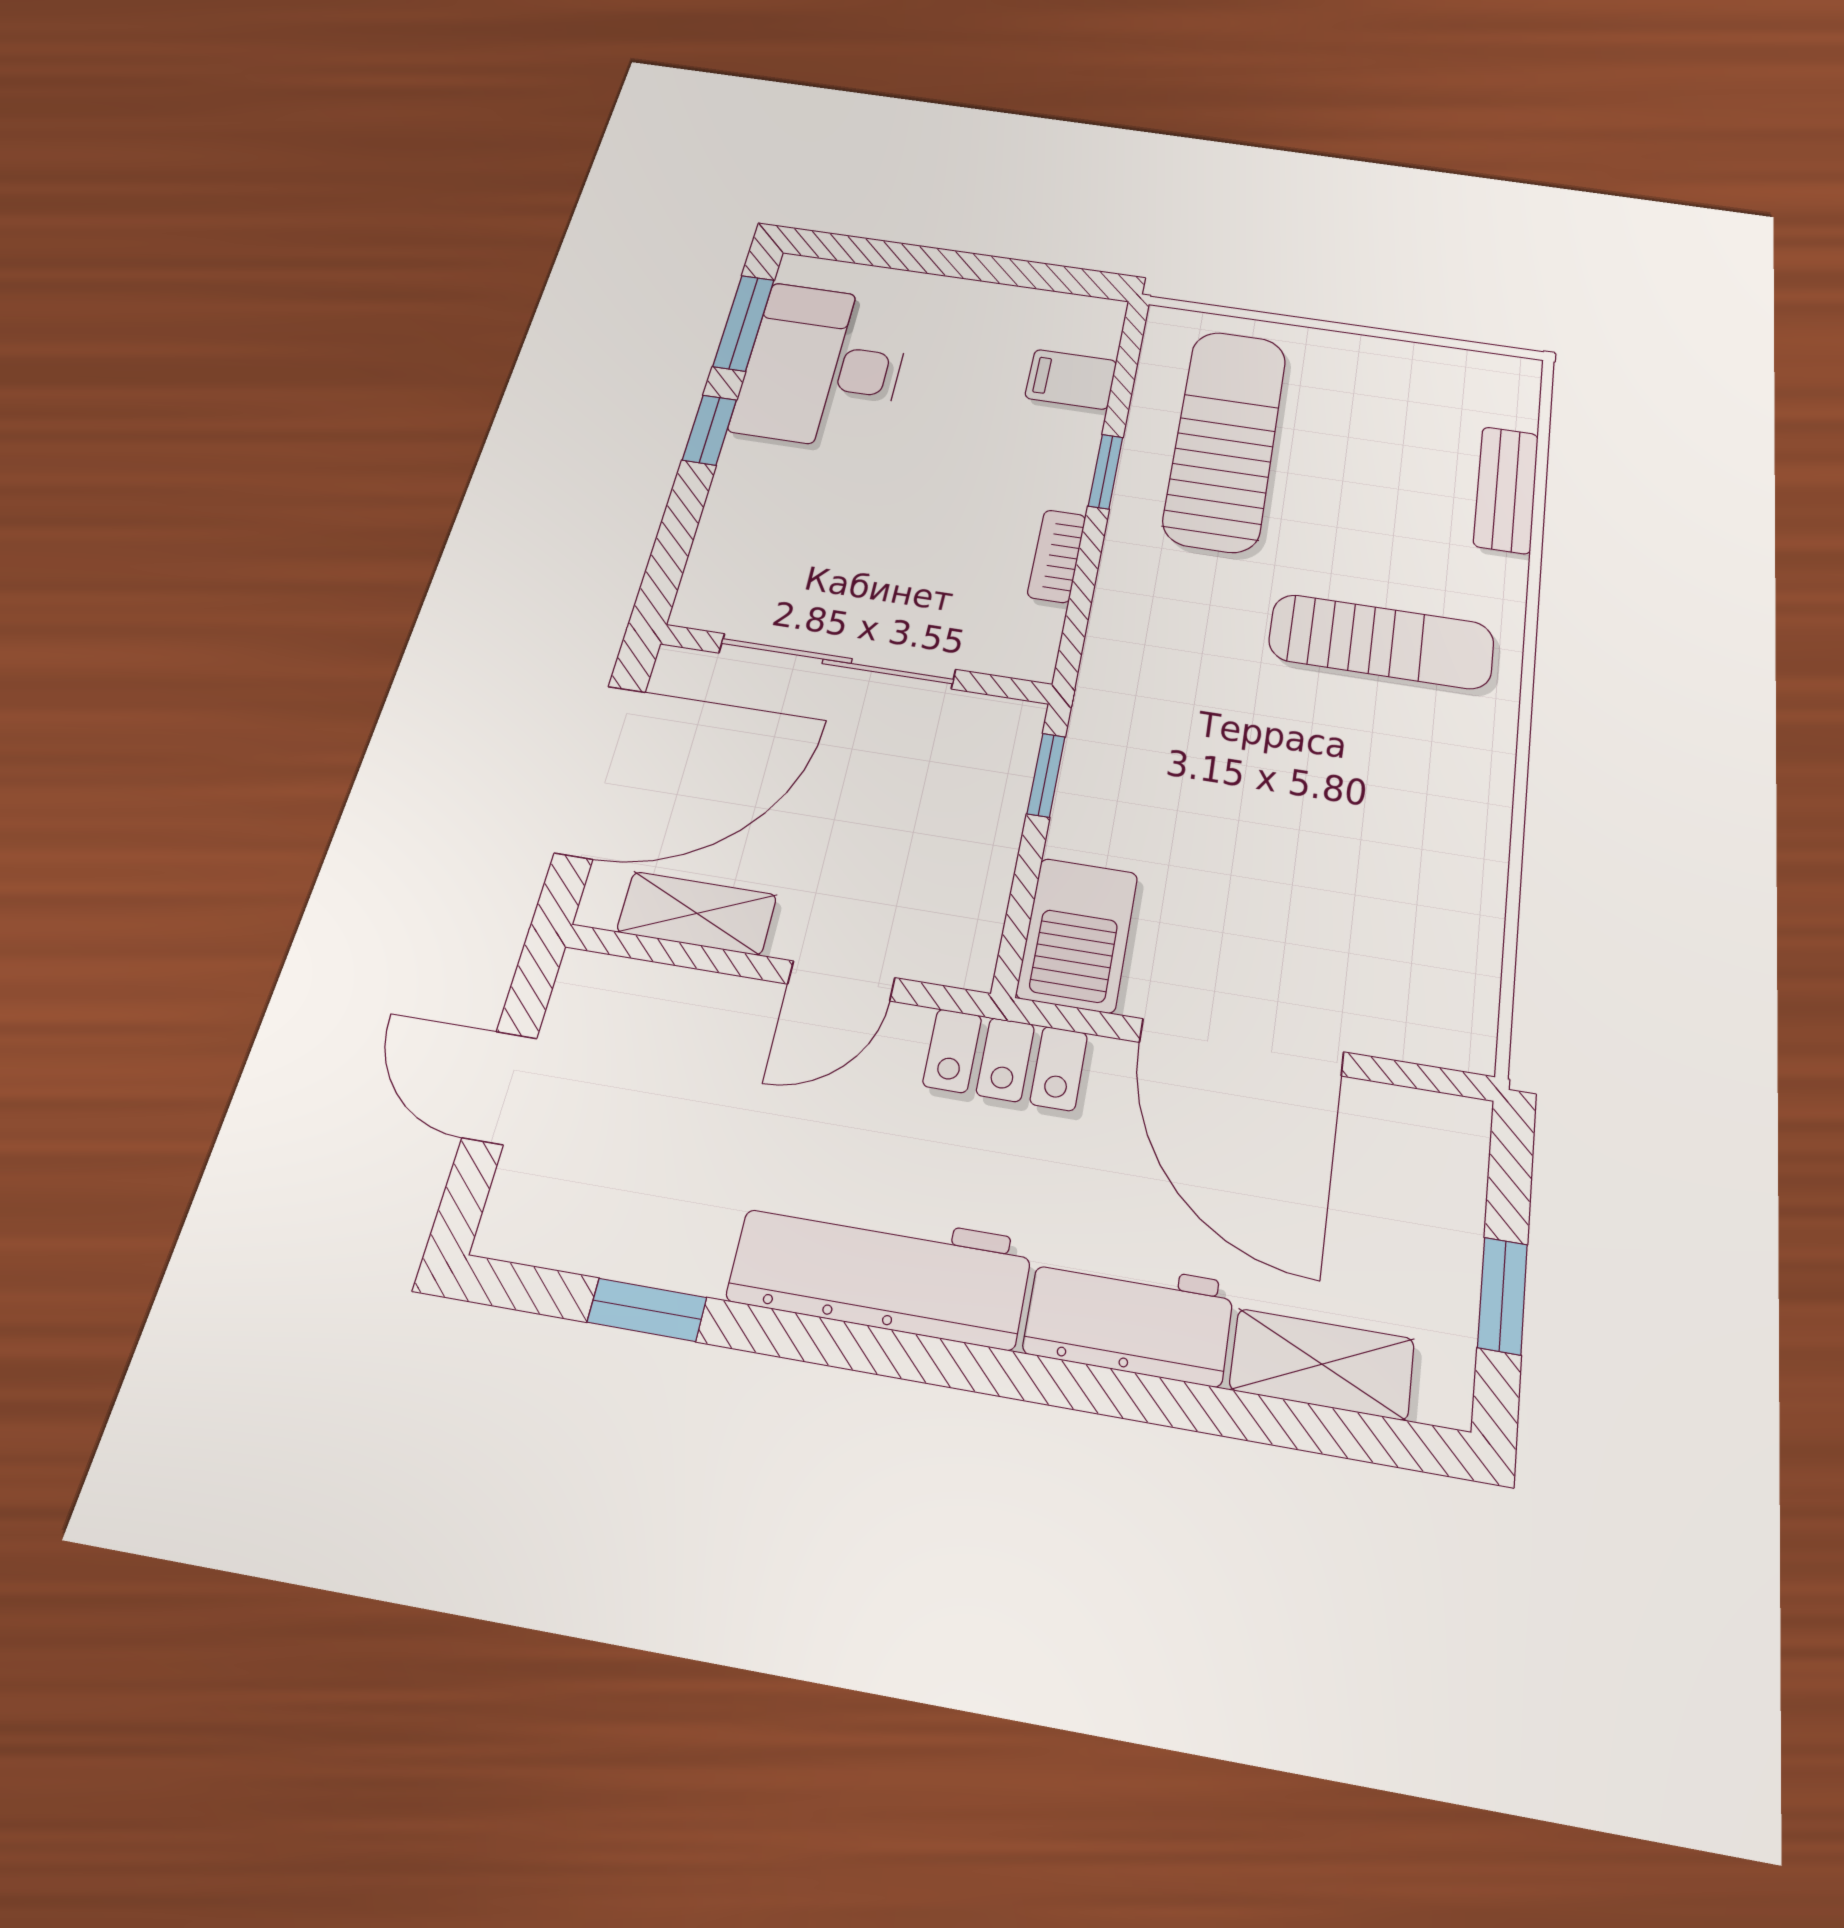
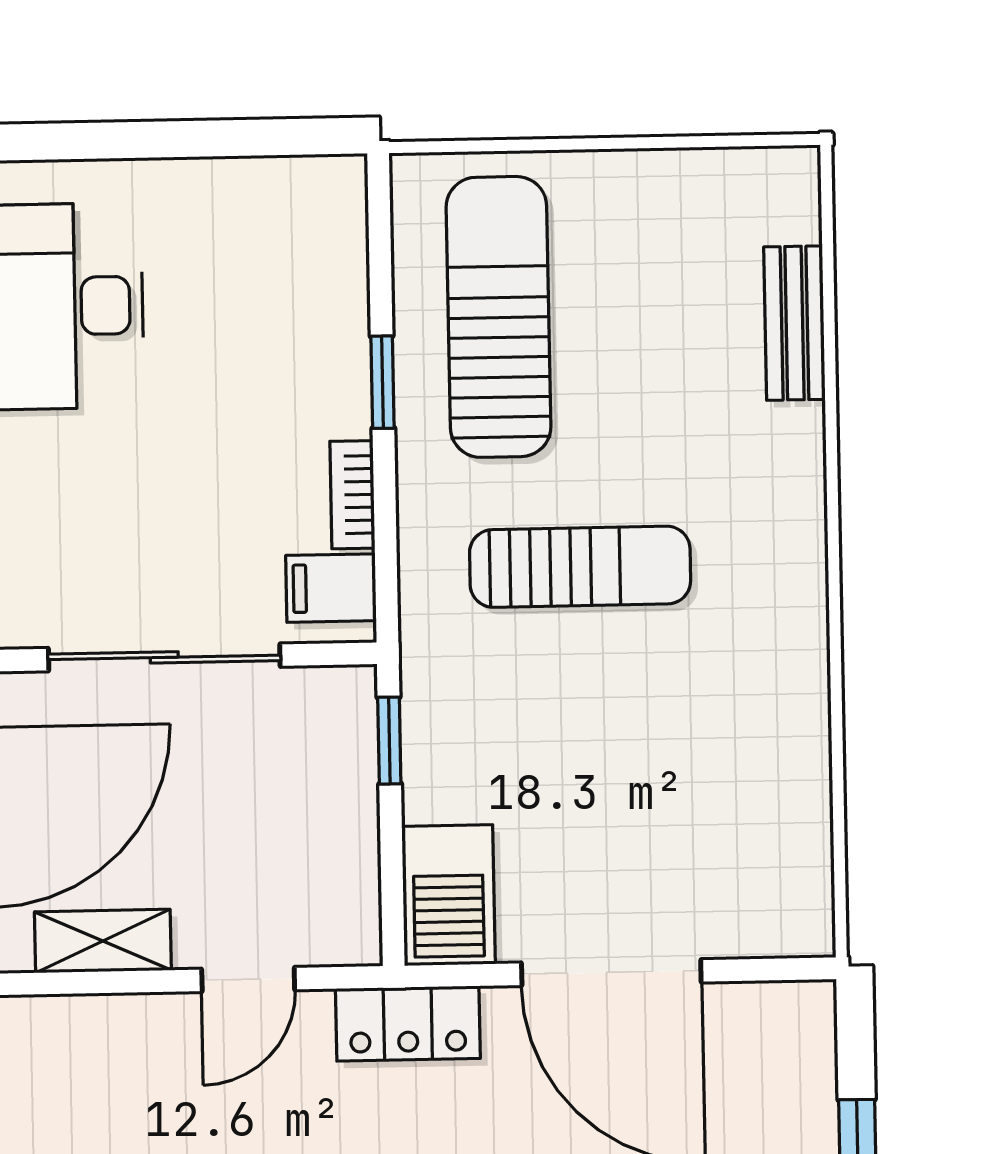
filing cabinet: (1071, 379) -> (331, 588), moved
sun lounger: (1381, 642) -> (580, 567), moved

